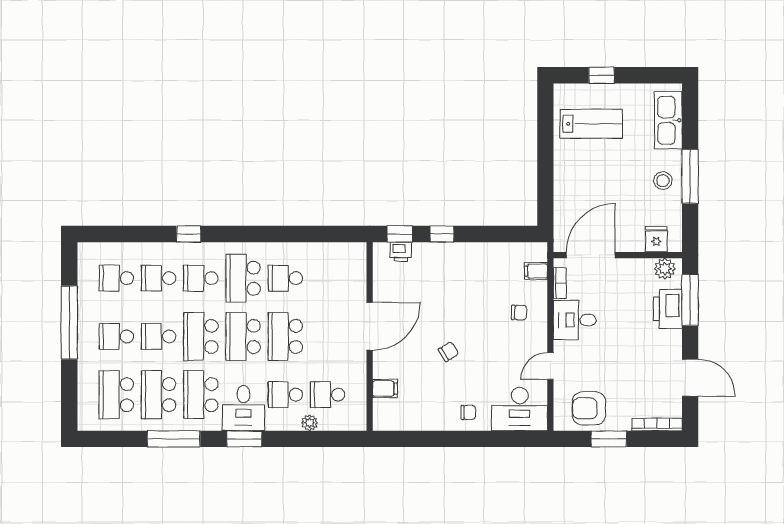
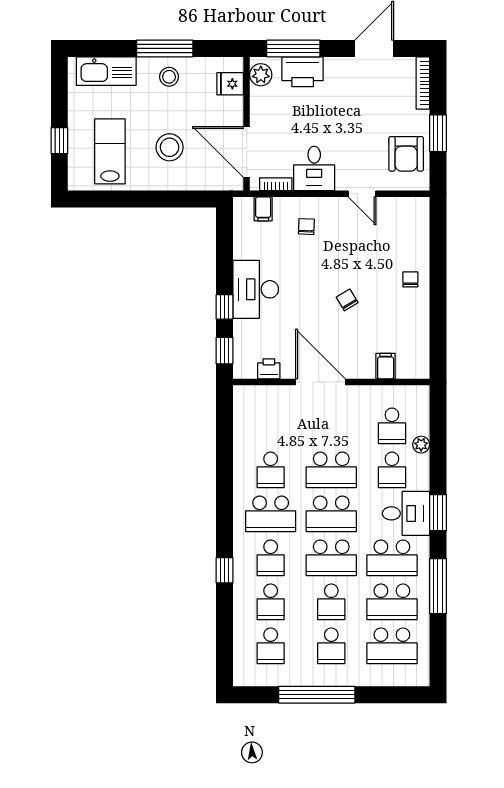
stool: (595, 181) -> (170, 147), added
printer: (401, 252) -> (269, 369), moved, turned -90
desk: (520, 409) -> (256, 289), moved, turned 180

